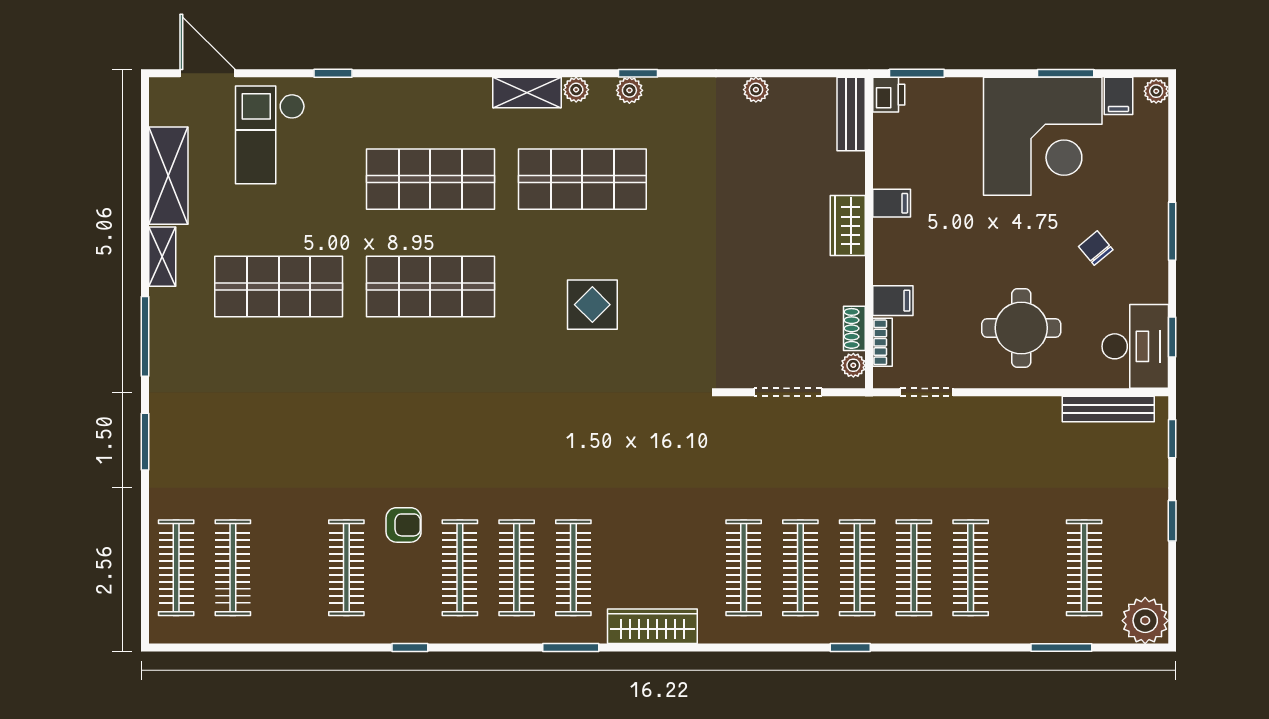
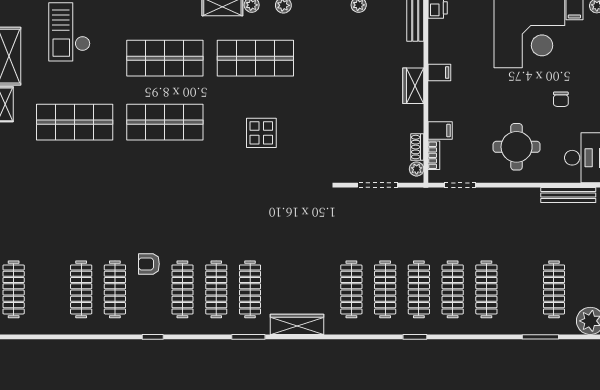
chair: (1096, 248) -> (561, 99), turned -140
armchair: (404, 525) -> (149, 264), turned 180
clothes rail: (233, 568) -> (81, 289), moved

